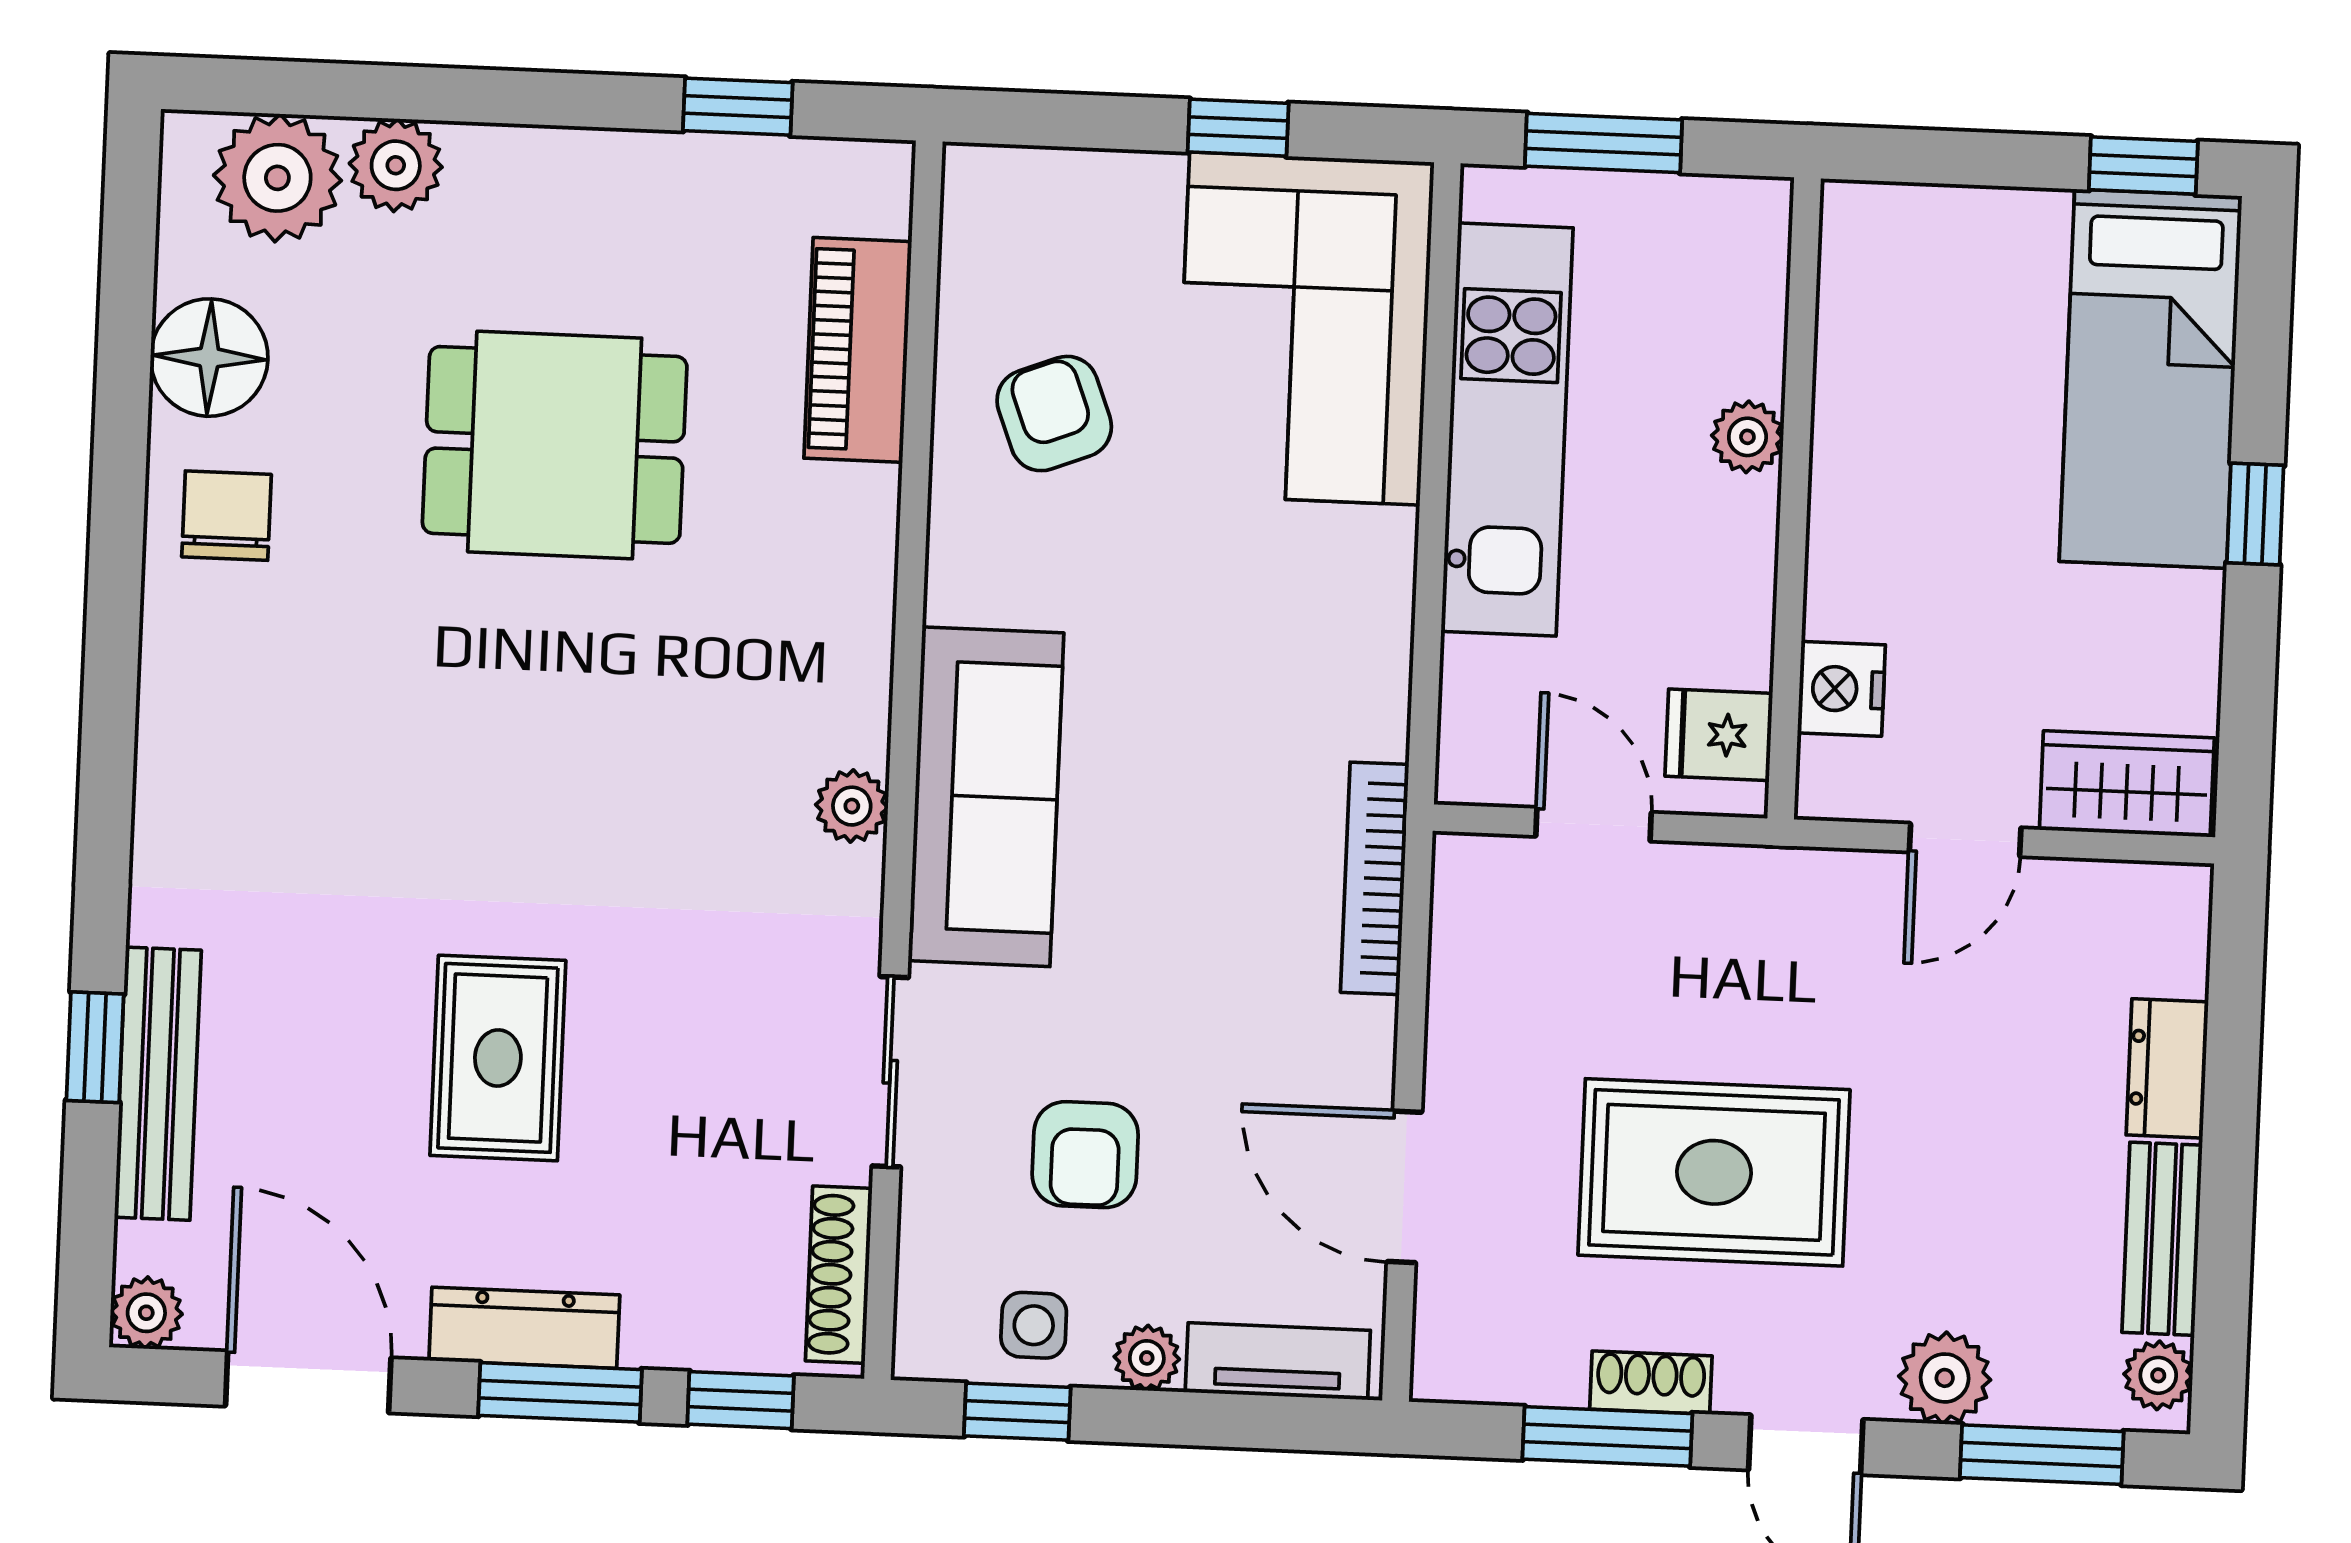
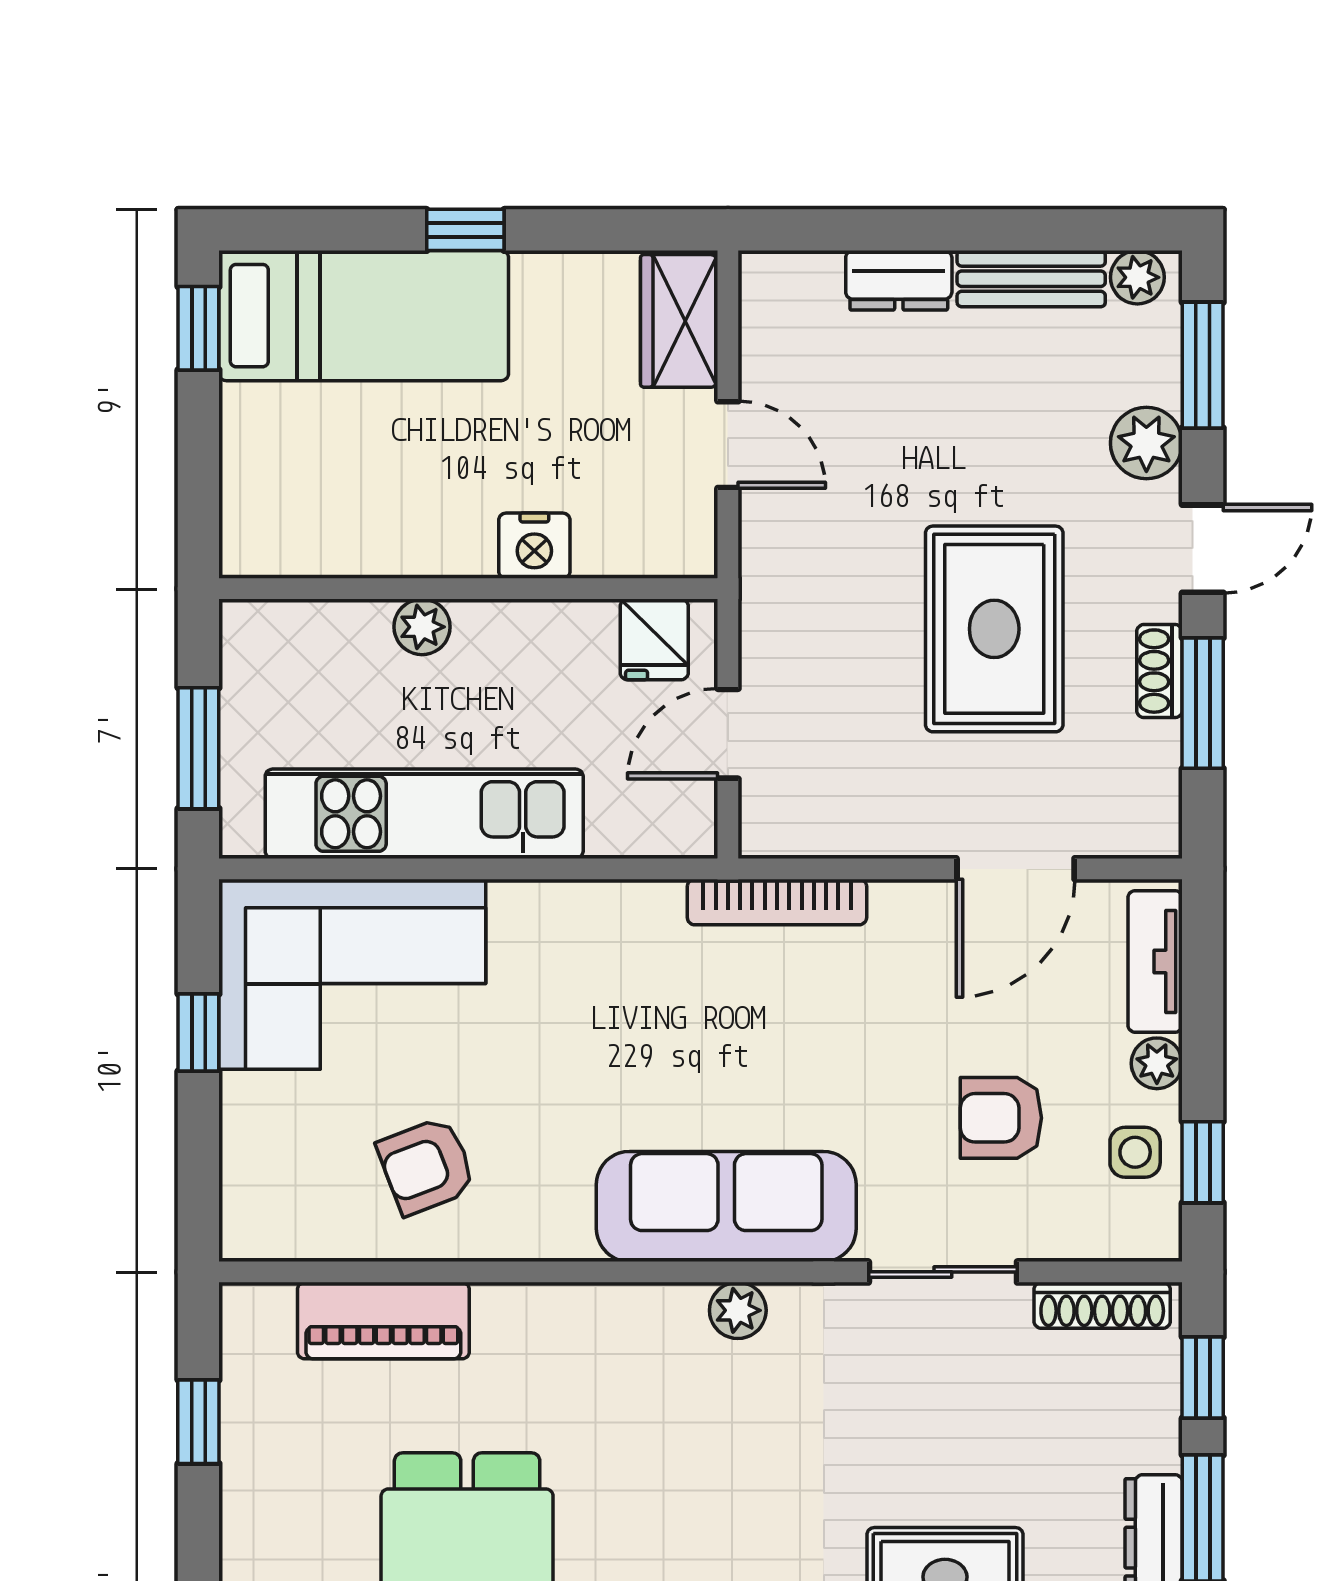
nightstand: (1841, 689) -> (534, 546), moved
armchair: (1085, 1155) -> (1001, 1118), turned 180

